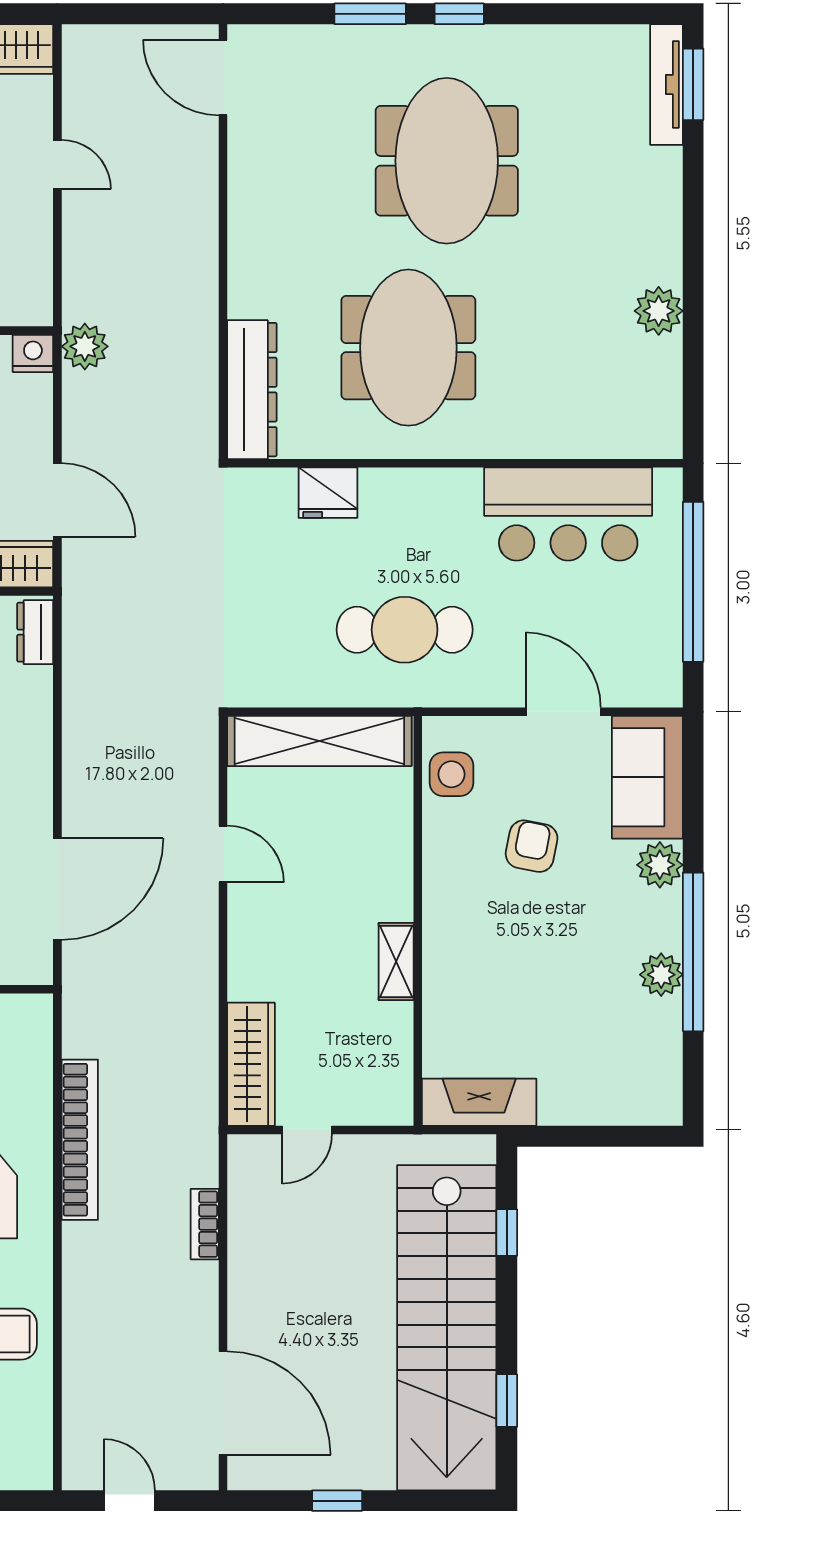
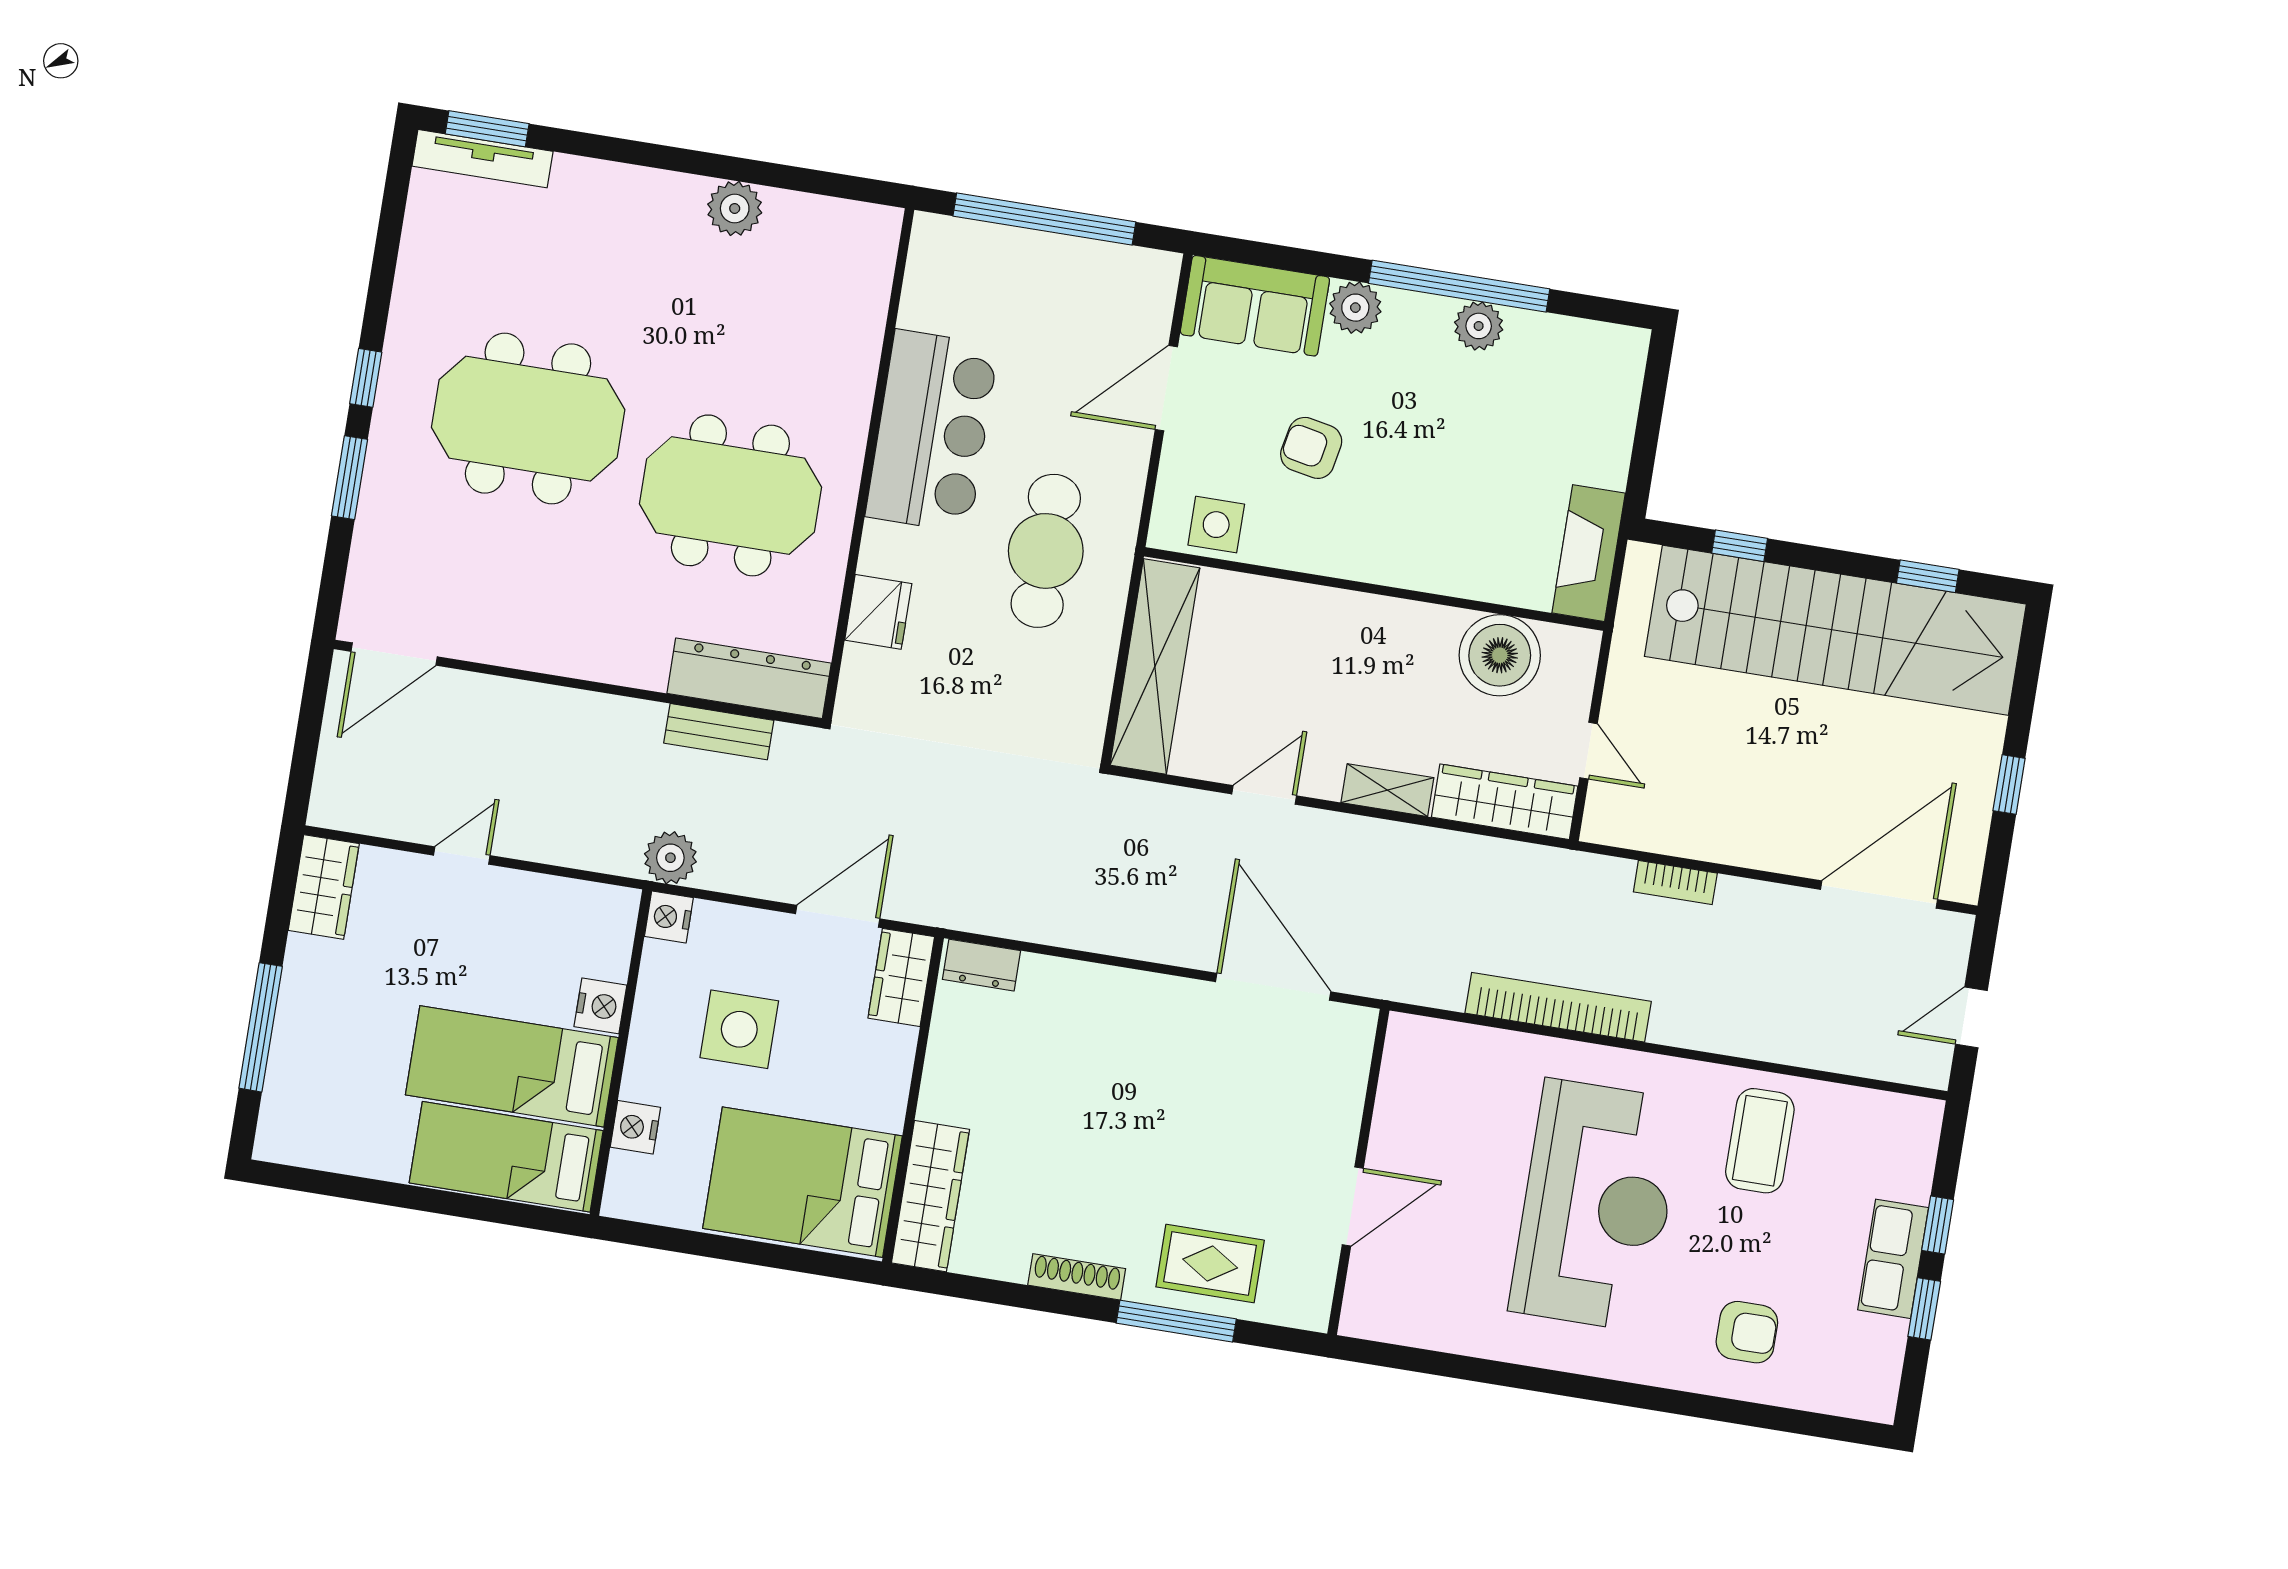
bench: (201, 371) -> (719, 732), added
bar counter: (568, 514) -> (932, 431), moved
shelving: (396, 962) -> (1387, 790), moved
boiler: (378, 1039) -> (1500, 655), added

